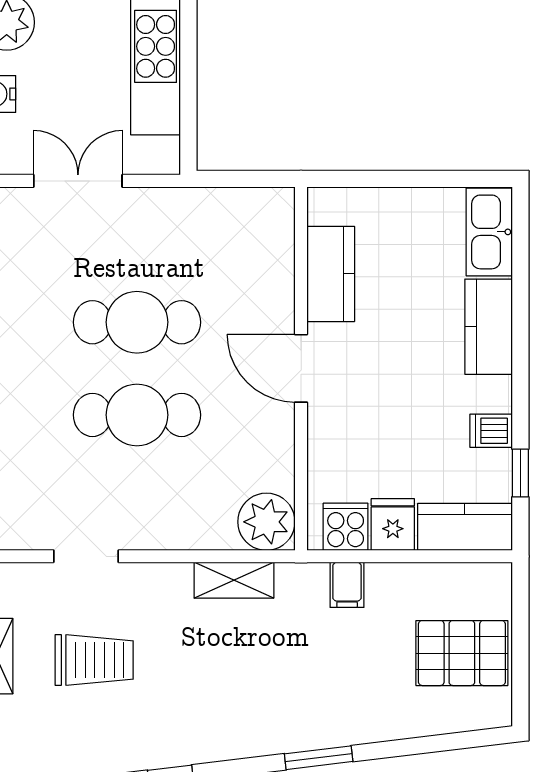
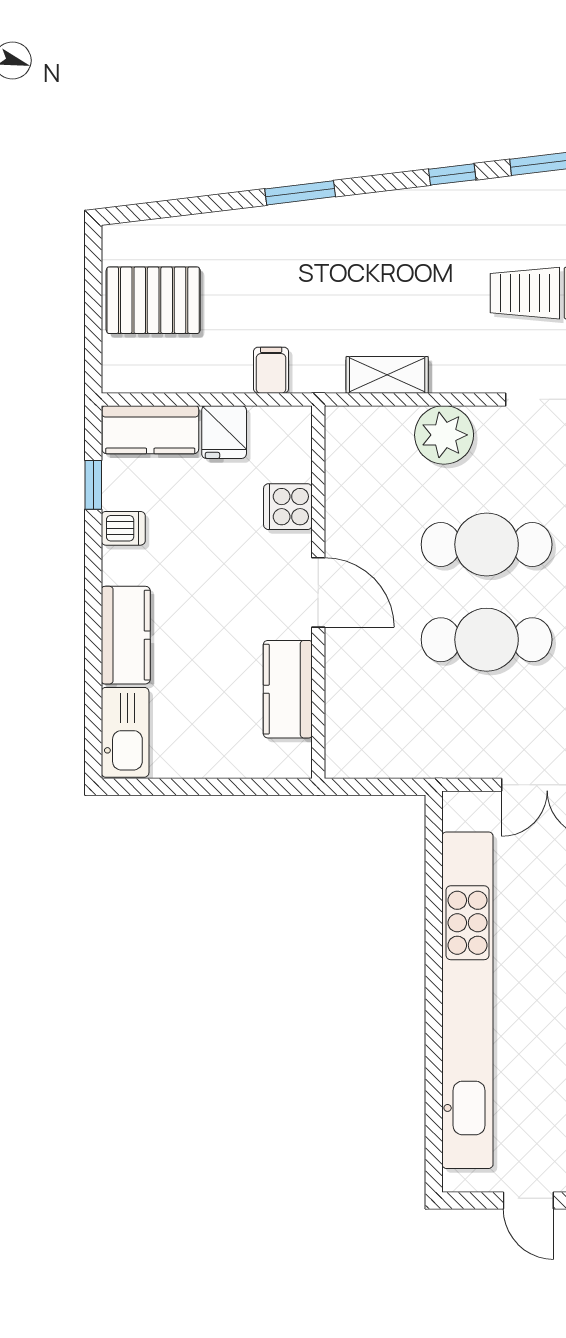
plant: (266, 522) -> (444, 435), moved
cooker: (346, 527) -> (288, 507), moved, turned 90

